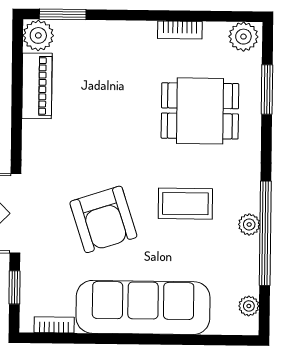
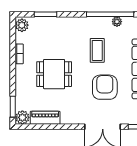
dining table: (200, 111) -> (54, 74), moved, turned 90
armchair: (103, 219) -> (105, 87), turned -72
plant: (249, 225) -> (117, 22), moved

